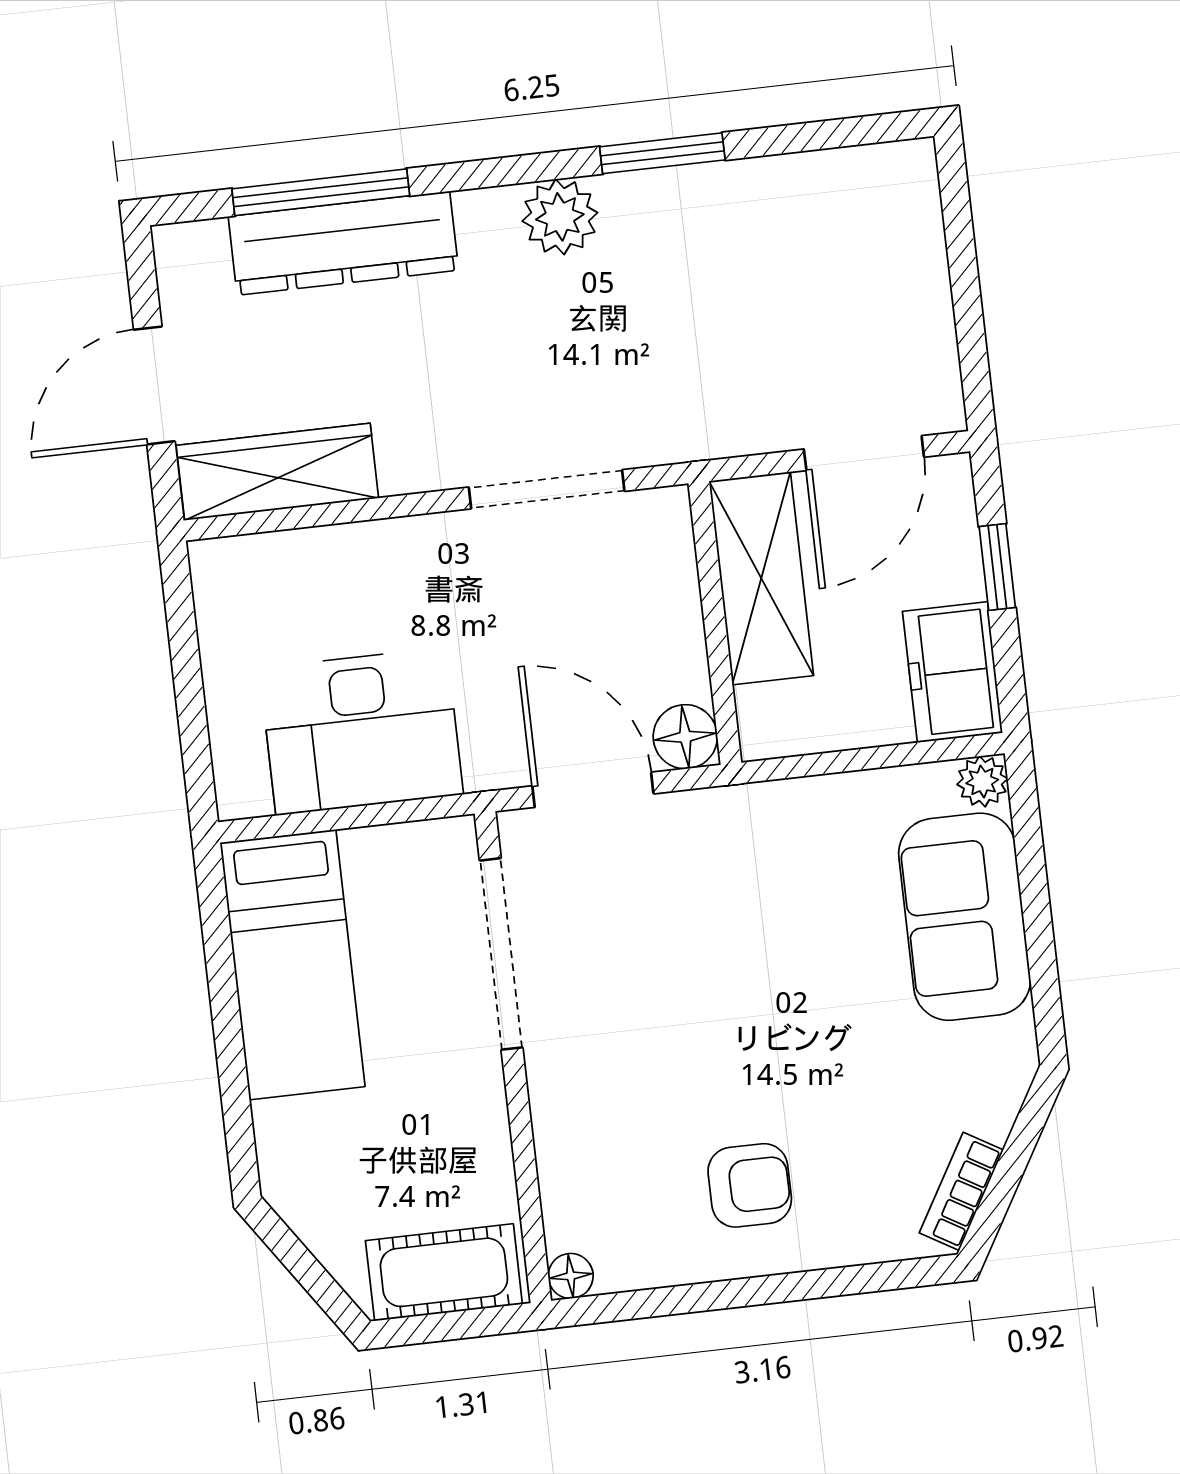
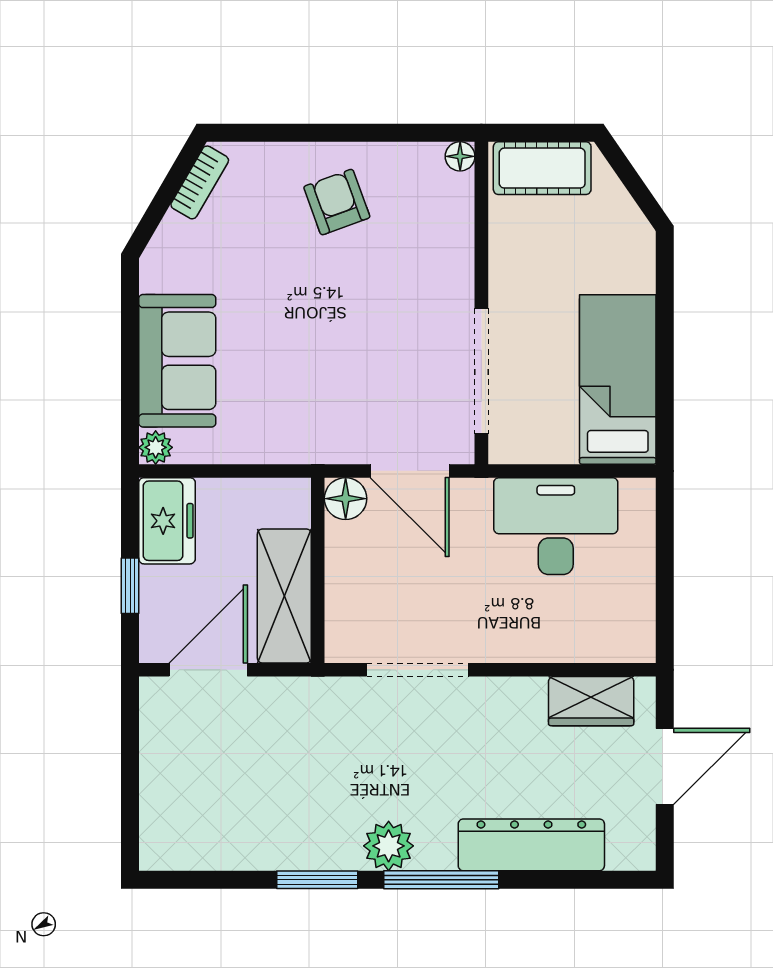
window: (321, 192) -> (441, 880), moved
wardrobe: (277, 472) -> (591, 701), width x0.67
armchair: (750, 1185) -> (337, 202), turned 70

